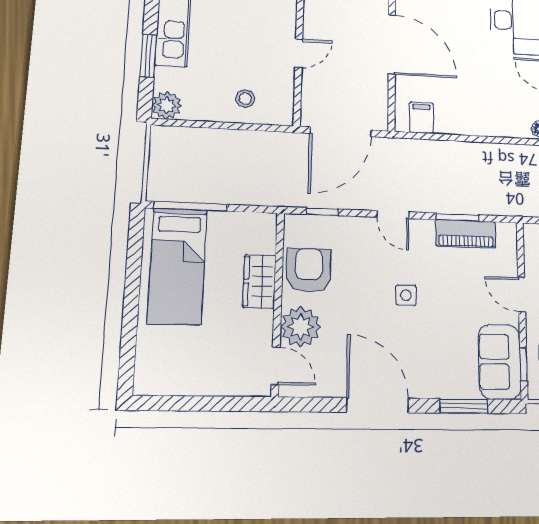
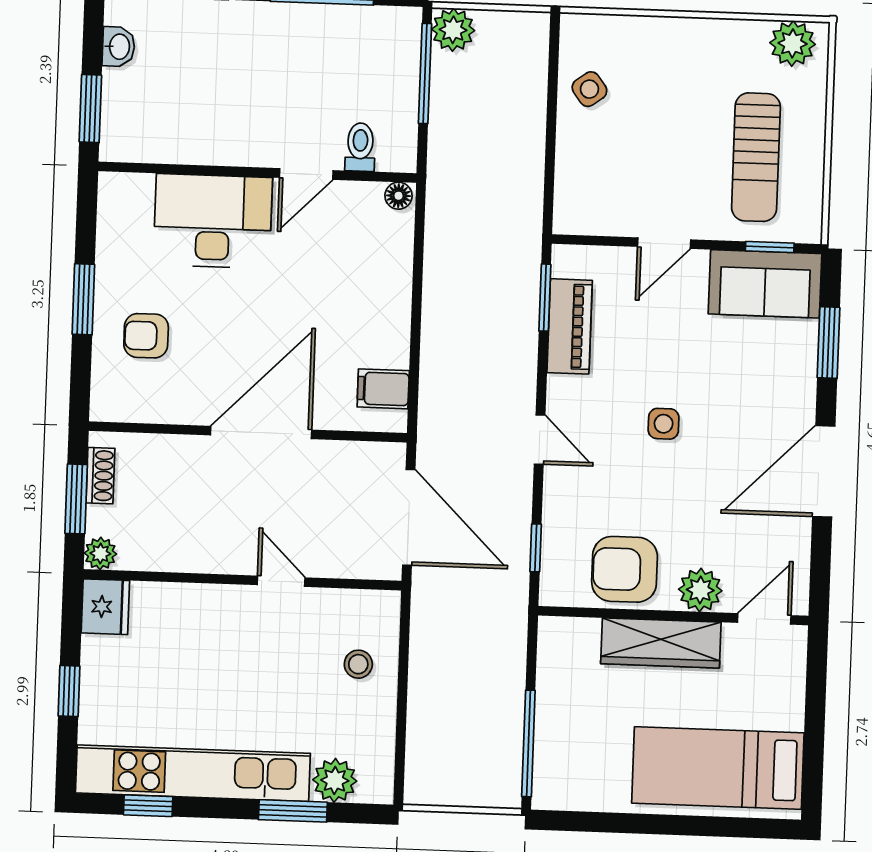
plant: (167, 105) -> (335, 780), moved
door: (393, 215) -> (540, 440), hinge flipped
window: (458, 217) -> (545, 298), moved
bed: (177, 266) -> (718, 768), moved, turned 180
wardrobe: (259, 281) -> (661, 643), width x1.50
plant: (301, 327) -> (700, 590), width x0.73, depth x0.73

